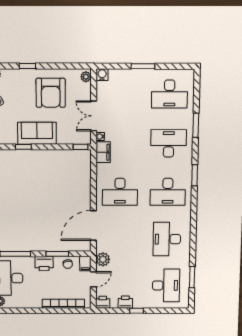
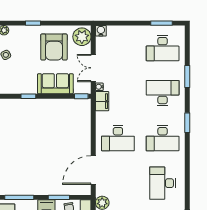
window: (143, 66) -> (161, 23), moved
plant: (86, 77) -> (82, 37), width x1.87, depth x1.87
sofa: (37, 133) -> (55, 84), moved

